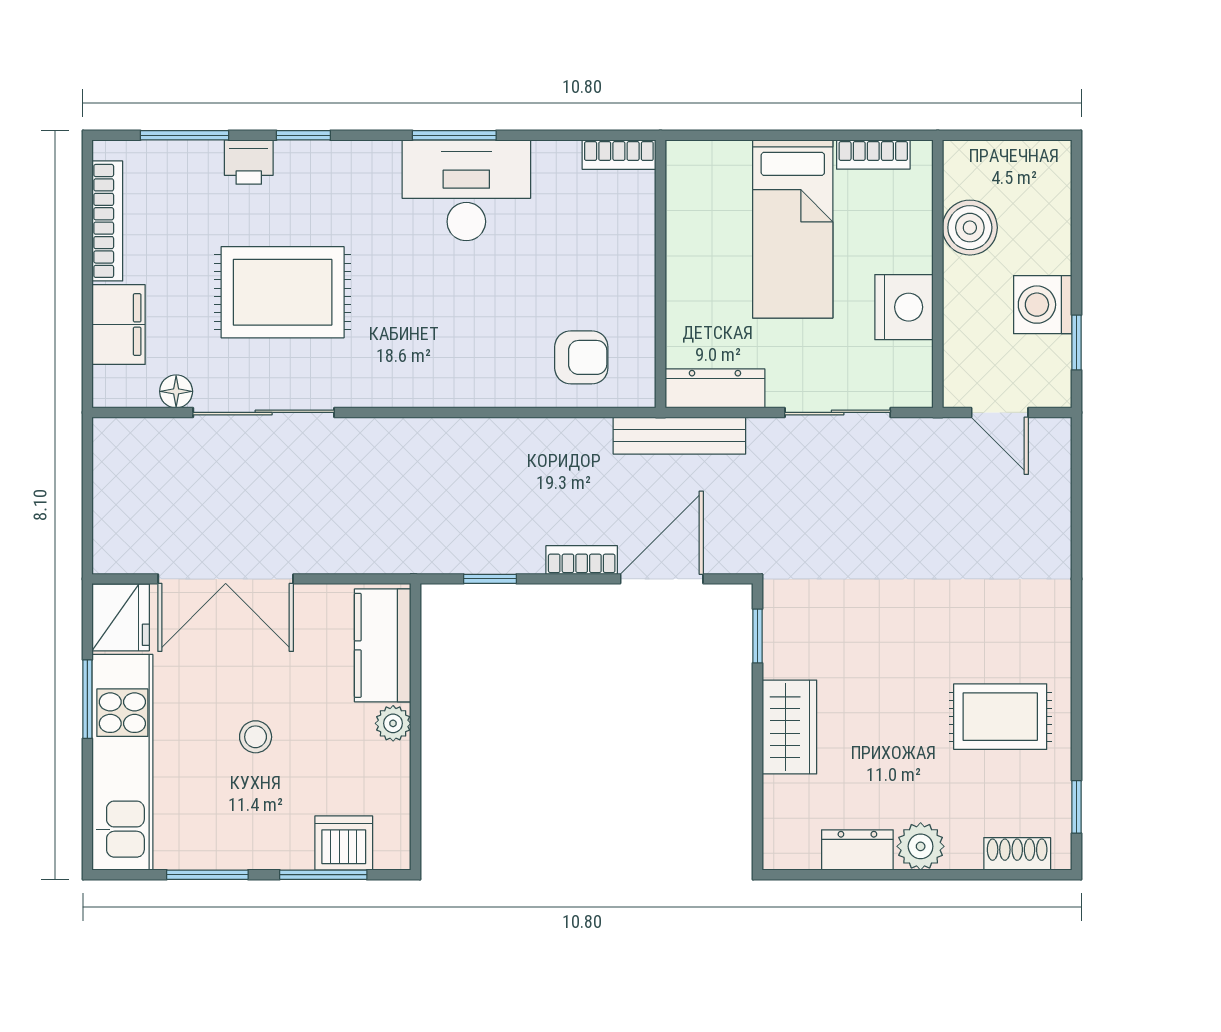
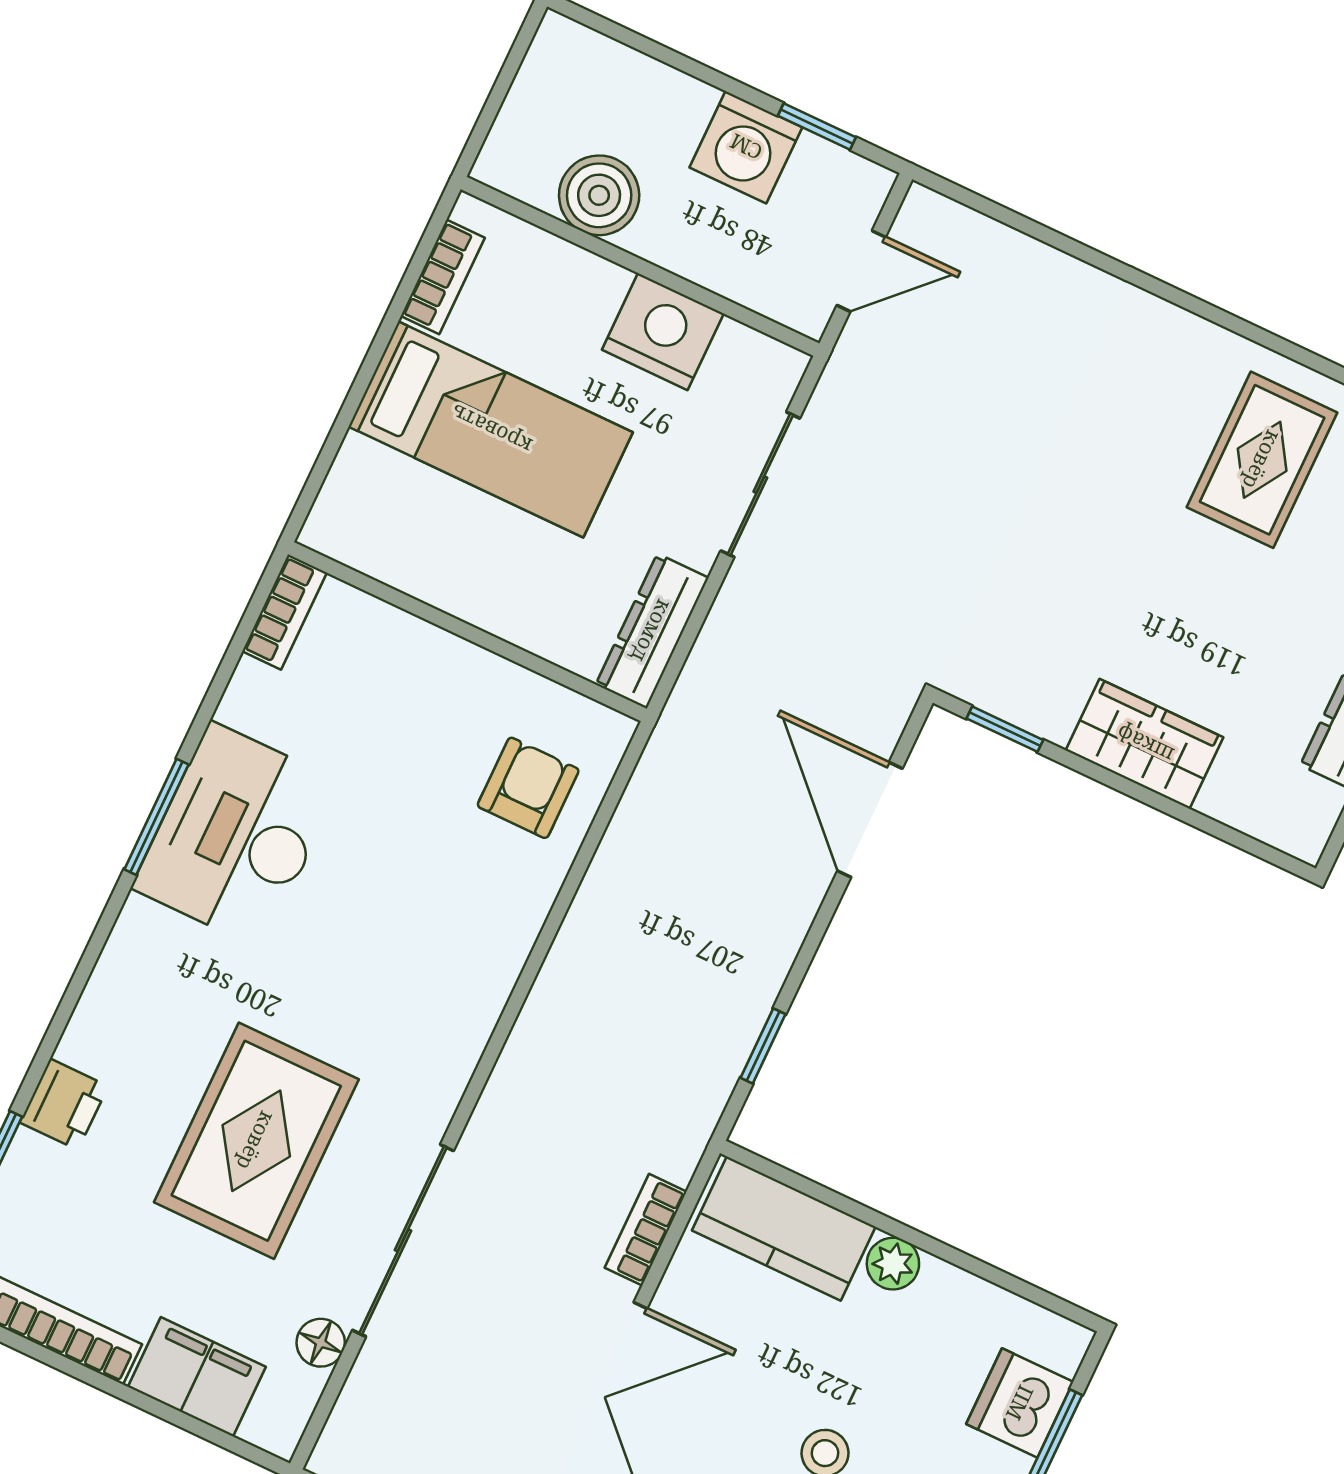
window: (303, 135) -> (63, 1015), removed
bench: (679, 436) -> (692, 707), removed
bookcase: (582, 560) -> (646, 1230), moved

